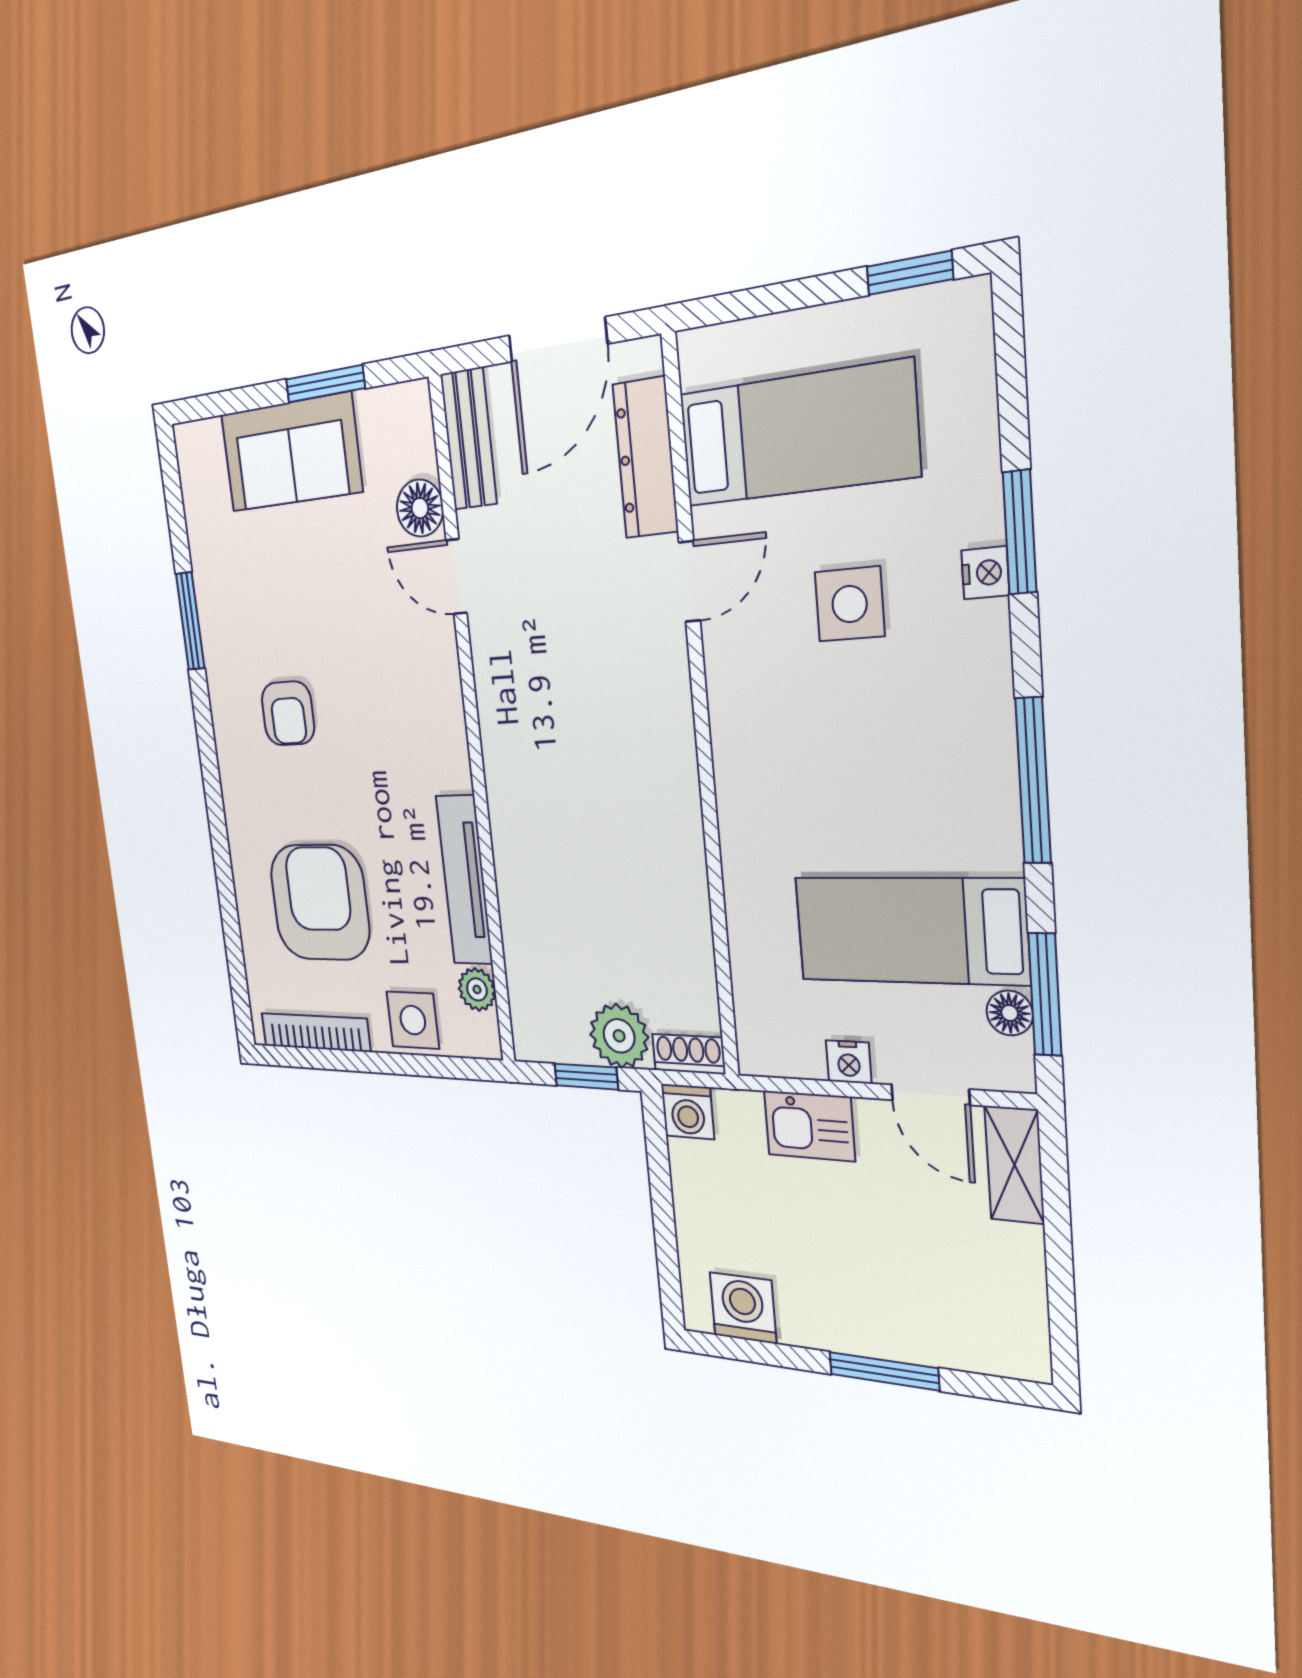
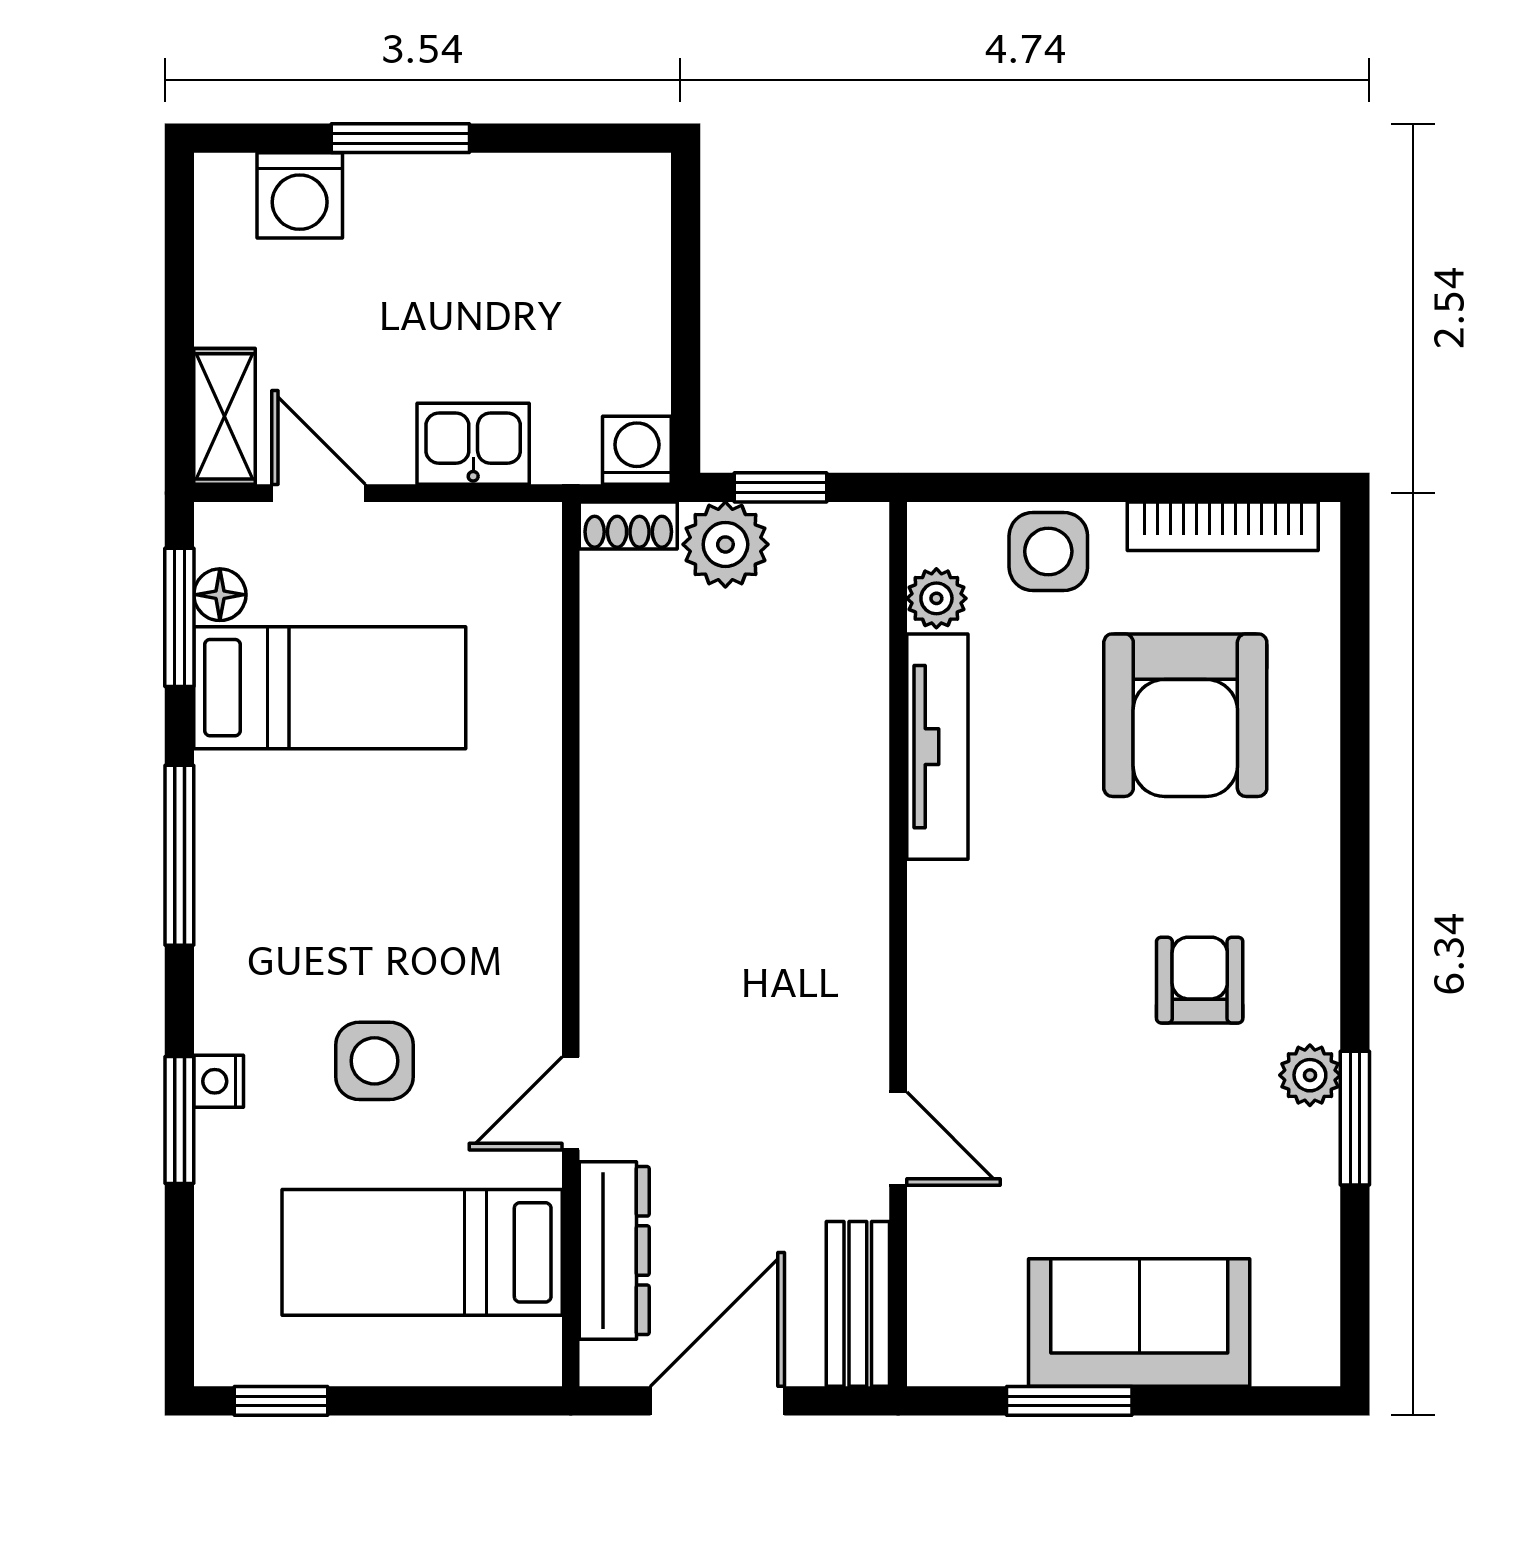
floor lamp: (420, 508) -> (942, 1229), removed
plant: (218, 649) -> (1310, 1075), added
nightstand: (849, 1062) -> (416, 527), removed
washing machine: (743, 1308) -> (300, 195), moved

